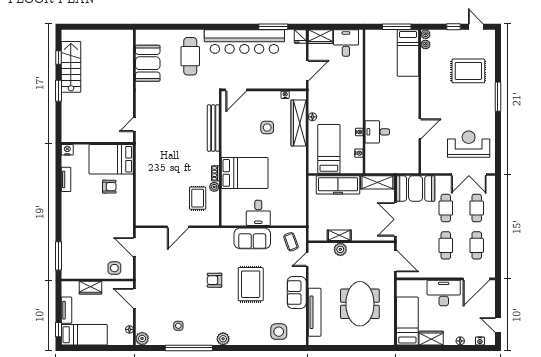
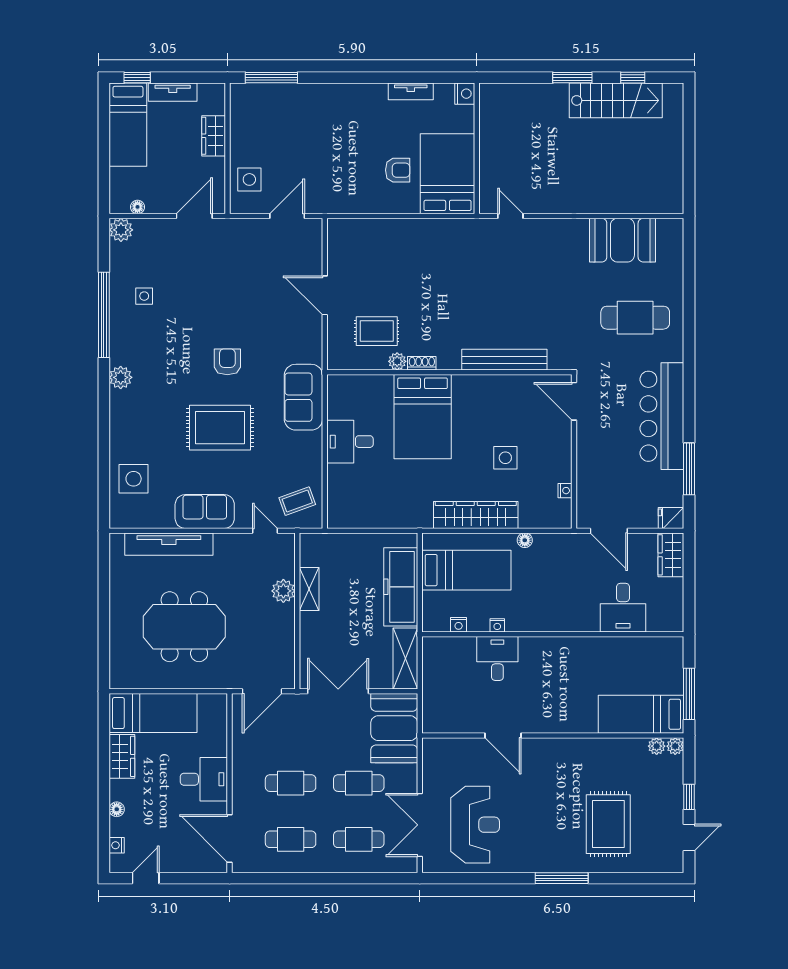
bar counter: (244, 42) -> (662, 416), width x0.73
desk: (346, 43) -> (623, 608), moved, turned 90
wardrobe: (299, 123) -> (476, 515), moved
armchair: (109, 187) -> (398, 170), turned -90
sofa: (252, 238) -> (303, 397), moved
desk: (444, 293) -> (204, 779), width x0.73

